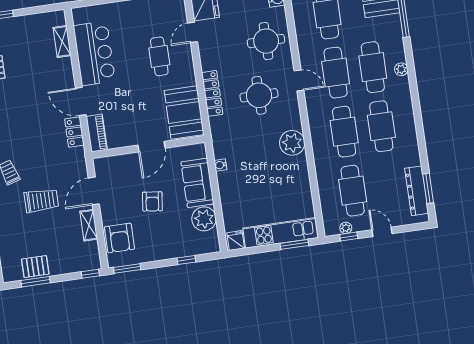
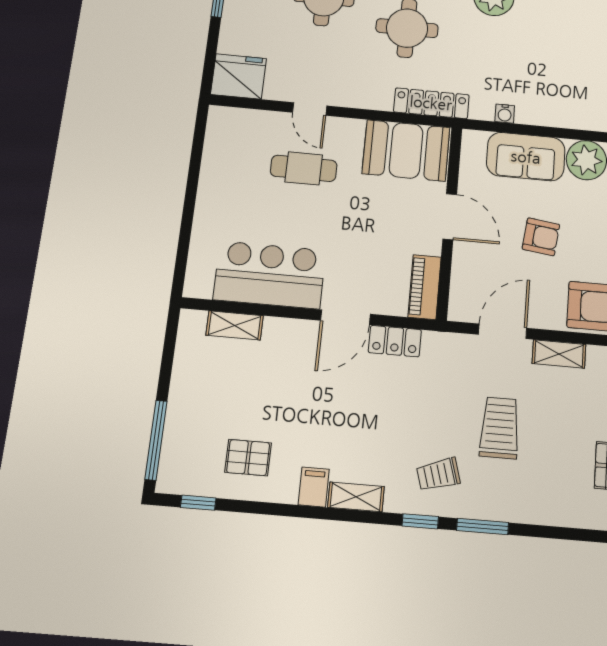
door: (192, 32) -> (310, 109), moved
locker: (212, 93) -> (431, 103), moved
piano: (97, 133) -> (425, 287), moved, turned -90
door: (94, 191) -> (503, 331), swing flipped

